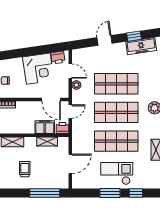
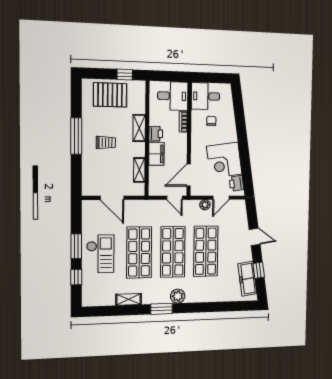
filing cabinet: (45, 127) -> (156, 154), moved
printer: (63, 128) -> (156, 134), moved
window: (45, 193) -> (76, 136), moved

